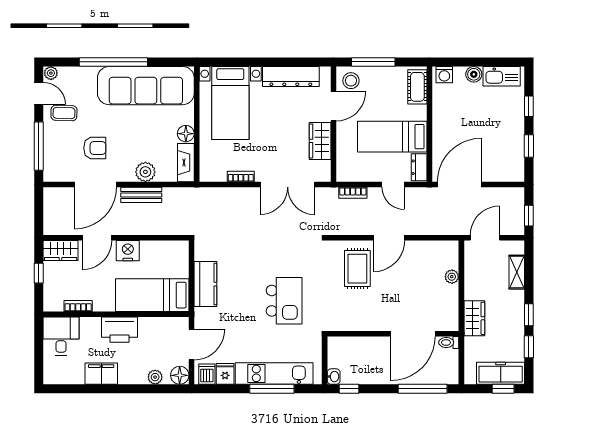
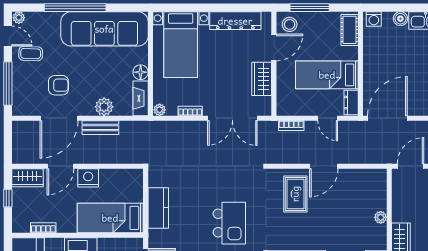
plant: (207, 175) -> (160, 110), added
plant: (452, 277) -> (381, 217), moved

